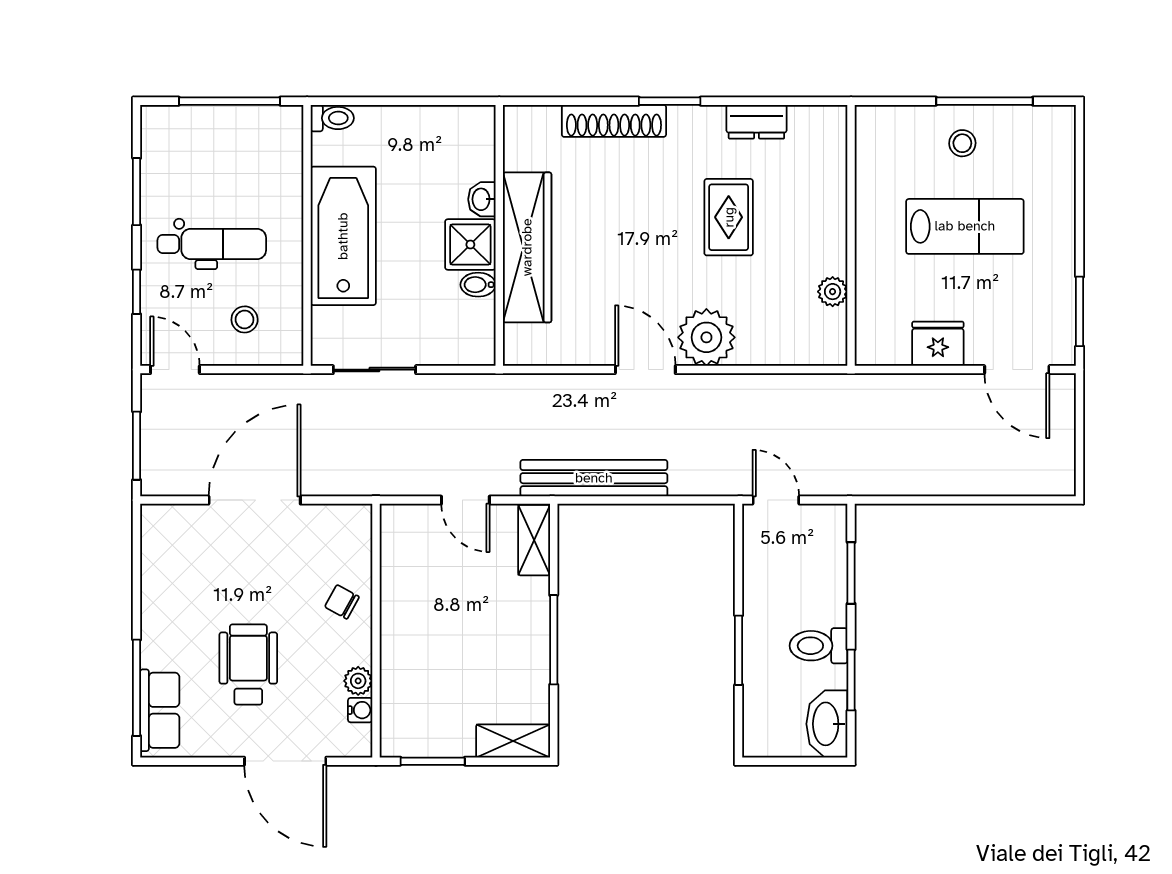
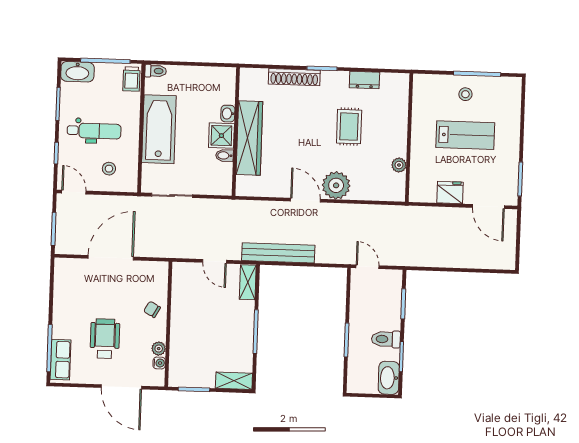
washbasin: (174, 125) -> (77, 72), added
trolley: (284, 136) -> (131, 79), added

